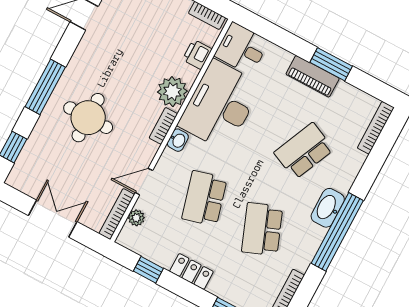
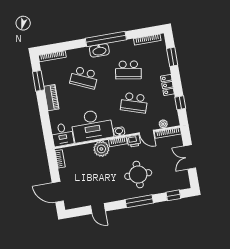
printer: (197, 54) -> (134, 141), moved
window: (331, 64) -> (38, 81), moved
school desk: (204, 198) -> (134, 103), turned 33
school desk: (262, 229) -> (128, 70), turned 30

